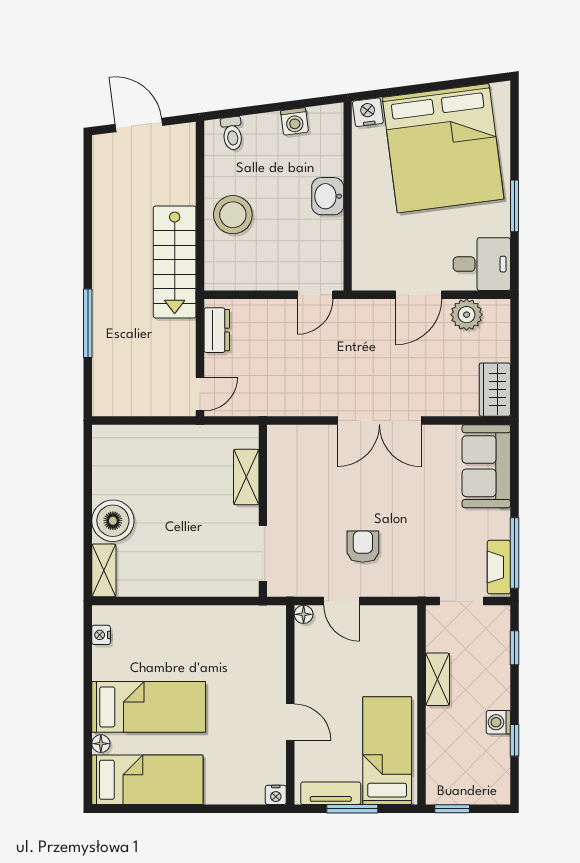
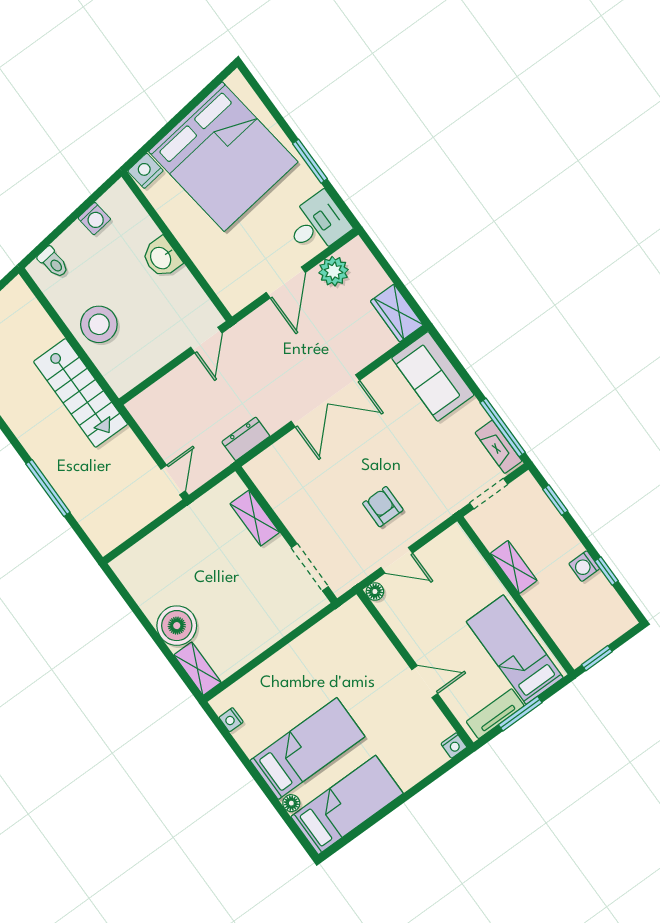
dresser: (217, 330) -> (246, 439), moved, turned -90

